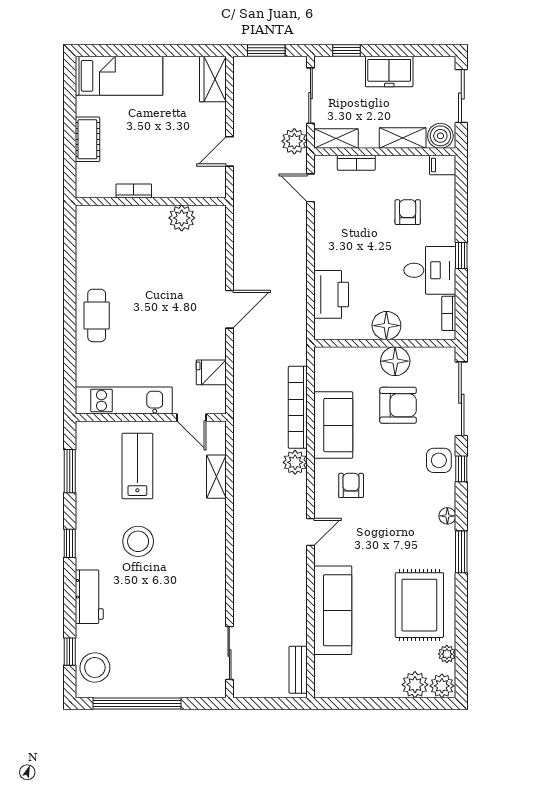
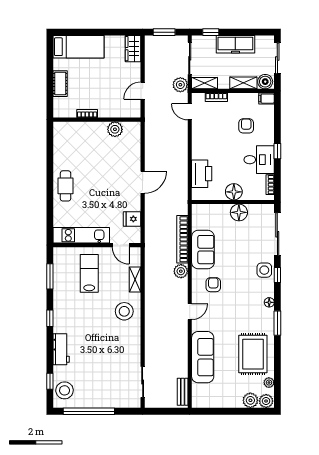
freezer: (389, 72) -> (235, 44), width x1.40
armchair: (398, 405) -> (241, 238), removed
stool: (138, 541) -> (124, 311), moved

